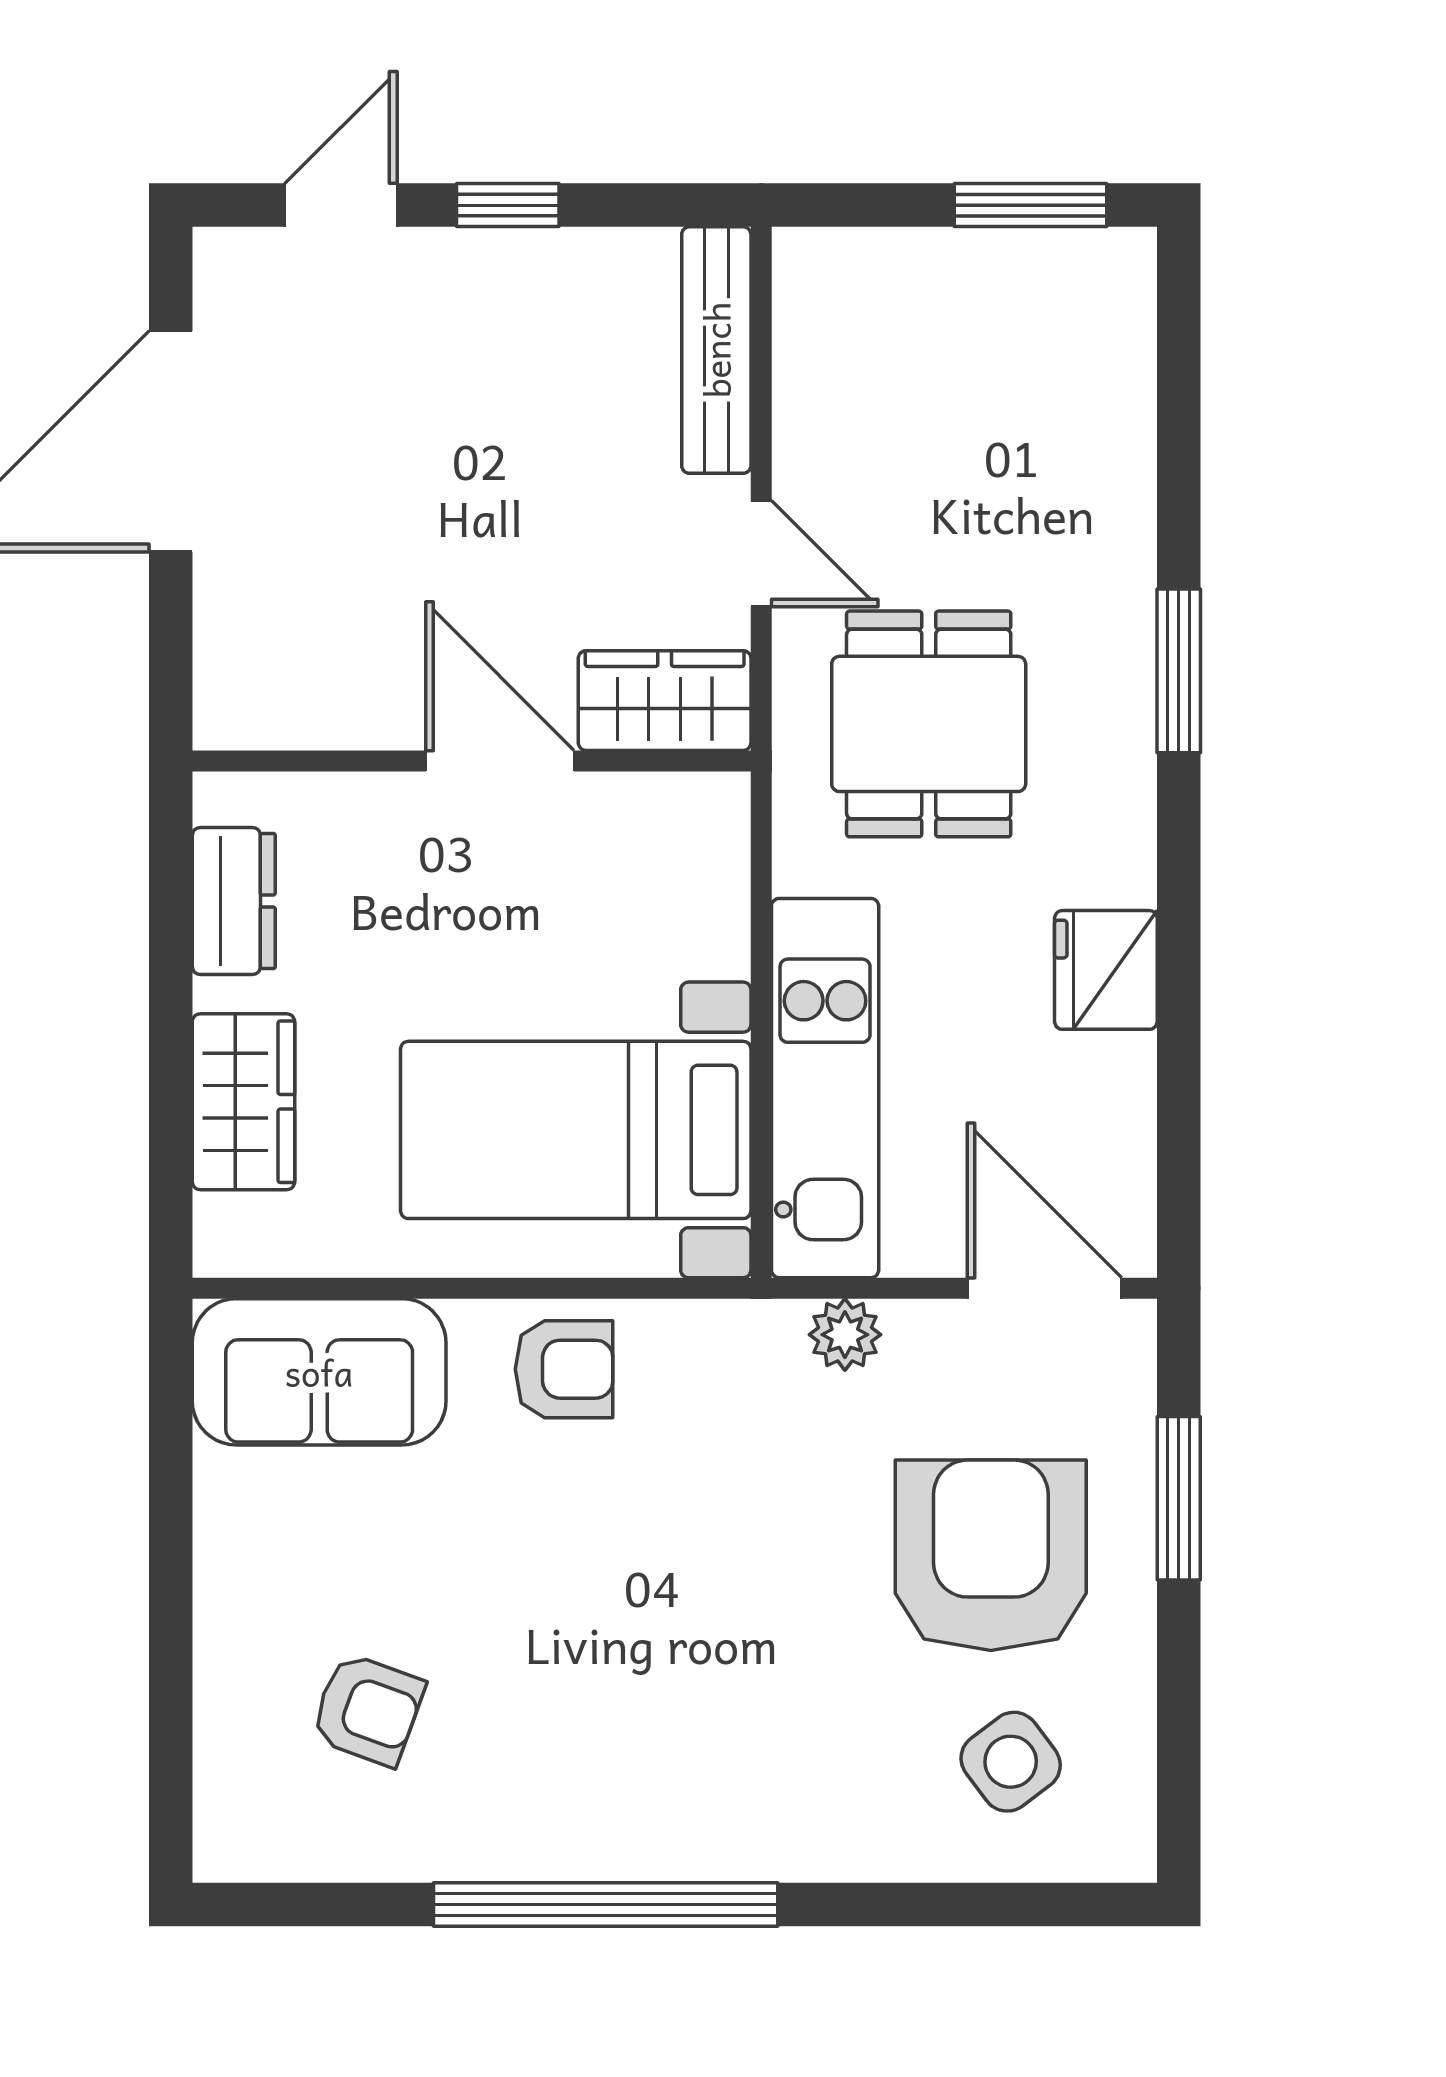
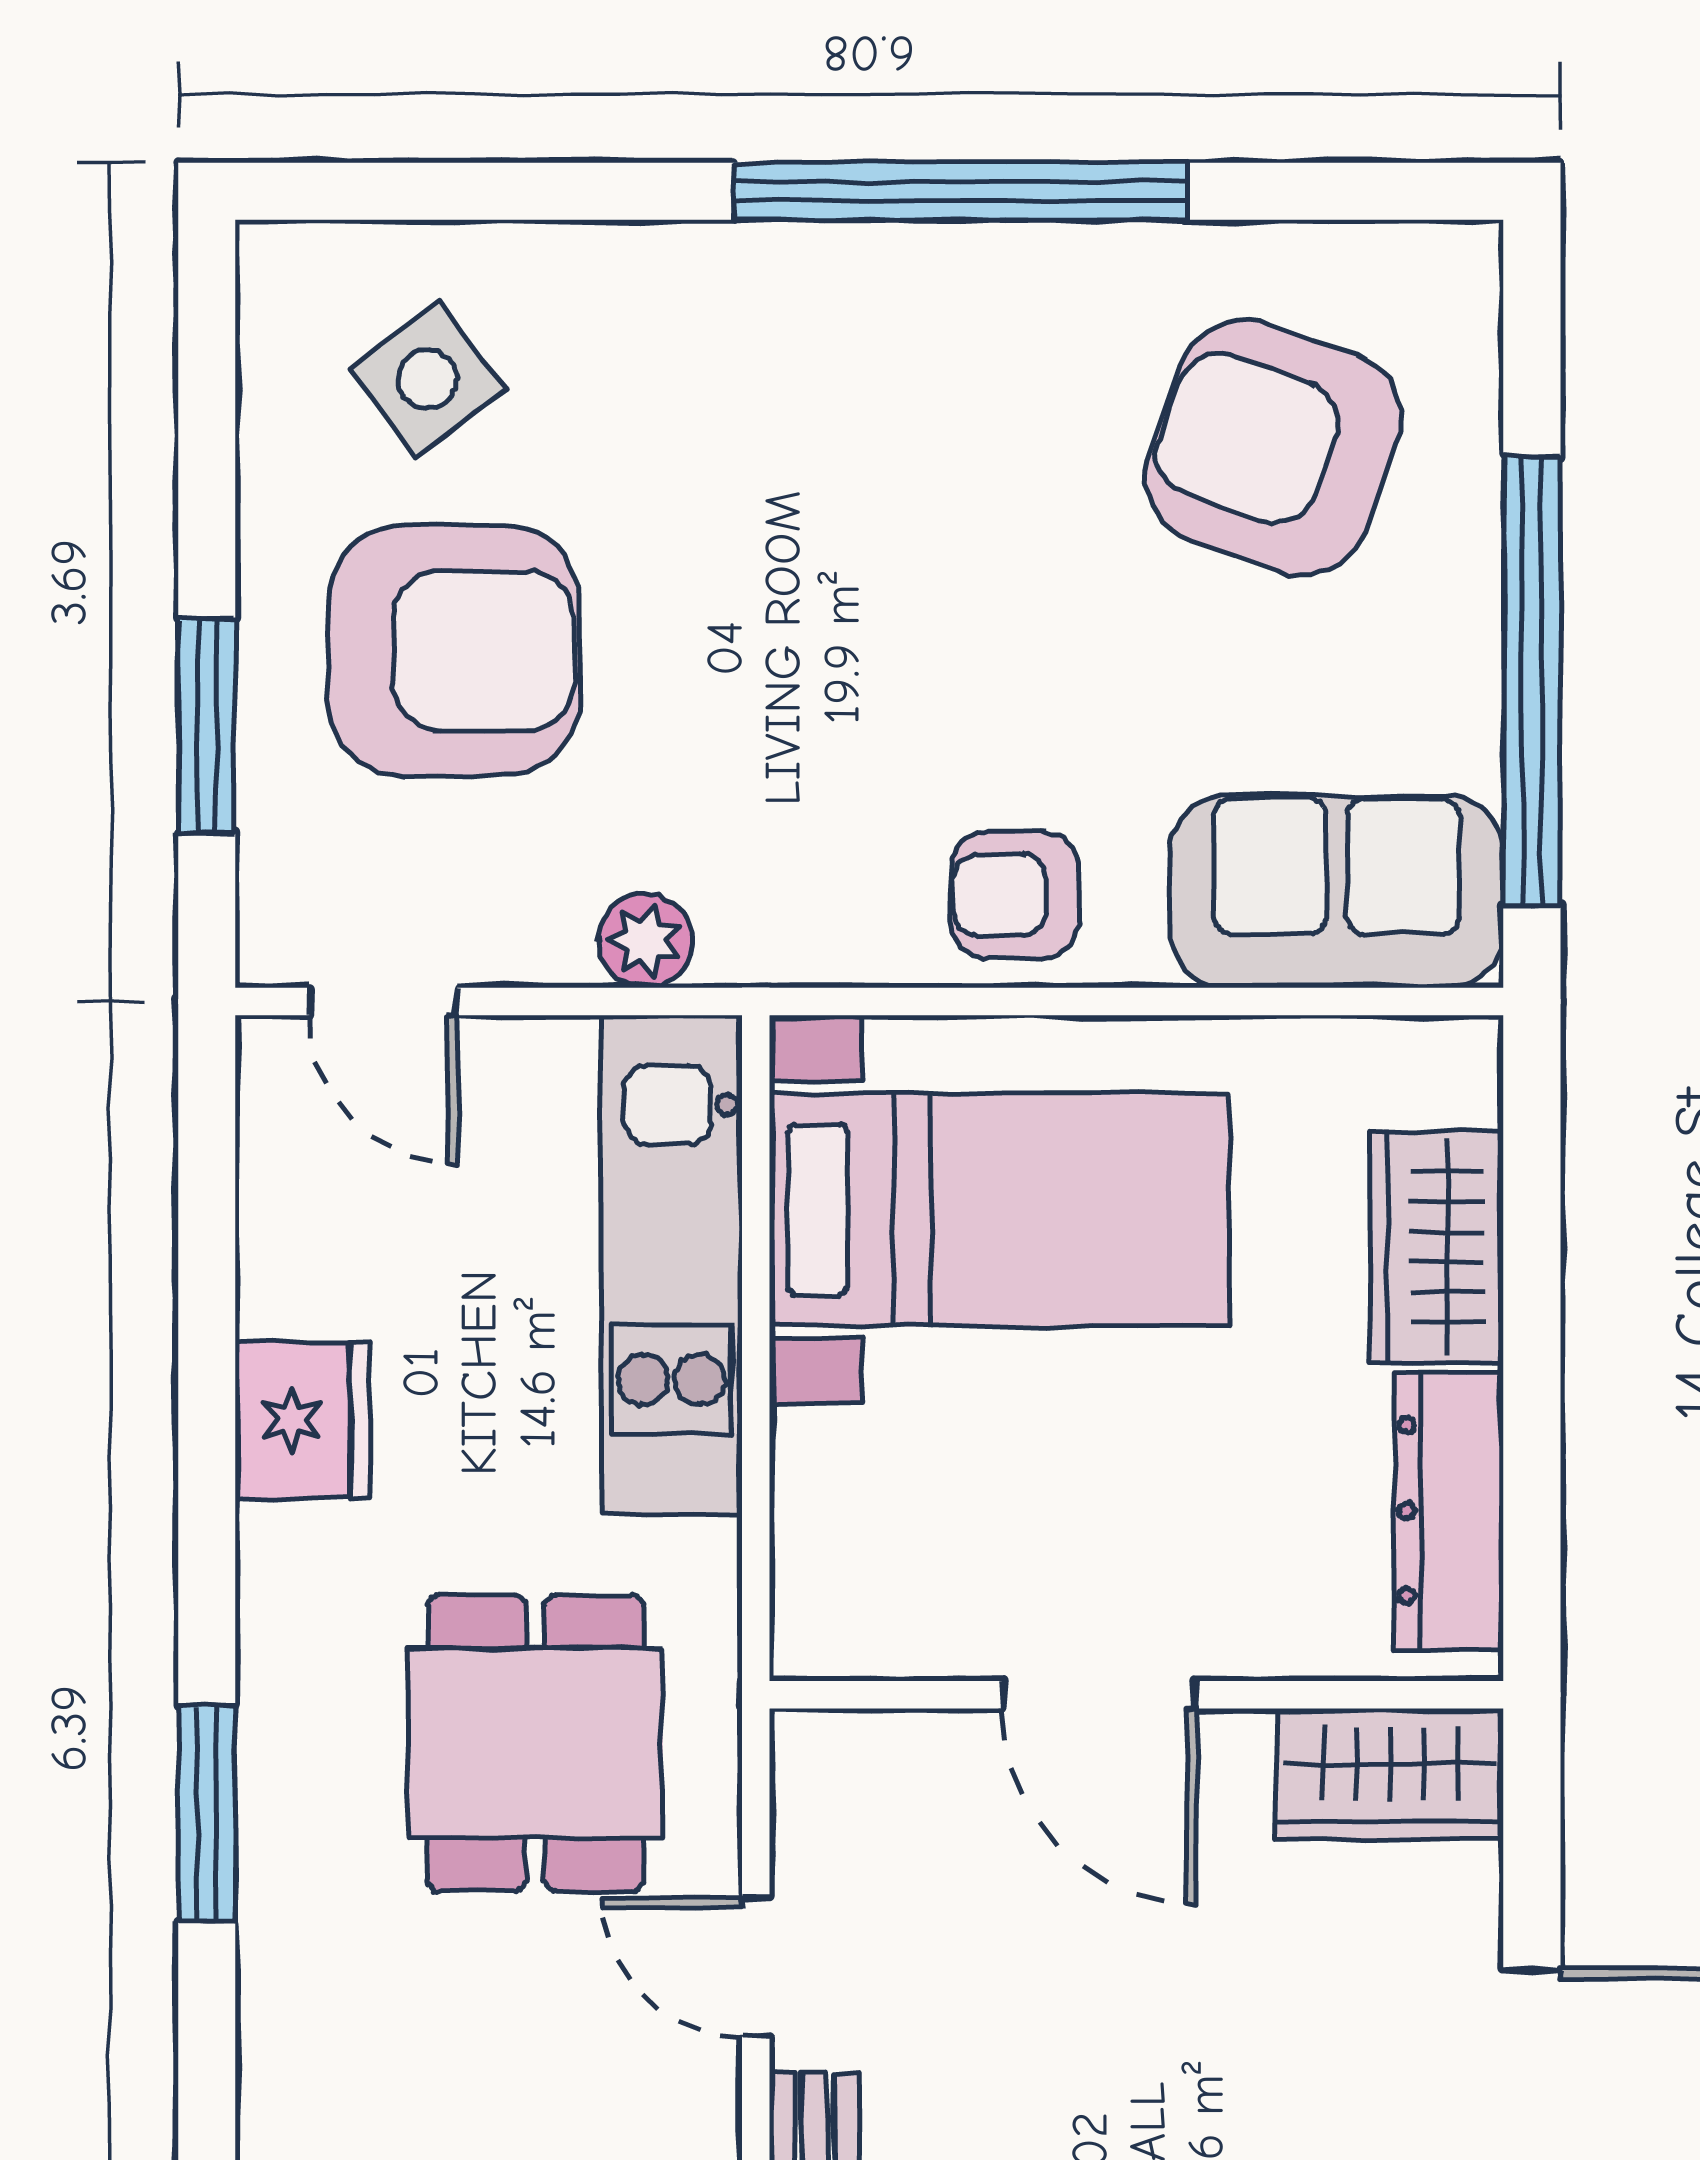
wardrobe: (665, 701) -> (1390, 1774), moved
dresser: (234, 901) -> (1449, 1511), width x1.44
door: (1045, 1288) -> (383, 1001), width x0.73
window: (171, 1532) -> (1532, 681), added
armchair: (991, 1555) -> (454, 650), turned -90
armchair: (368, 1709) -> (1273, 448), width x1.88, depth x1.88

